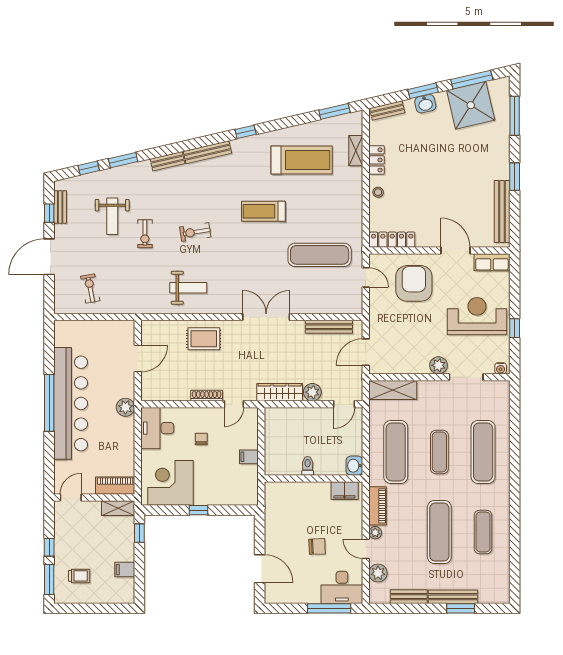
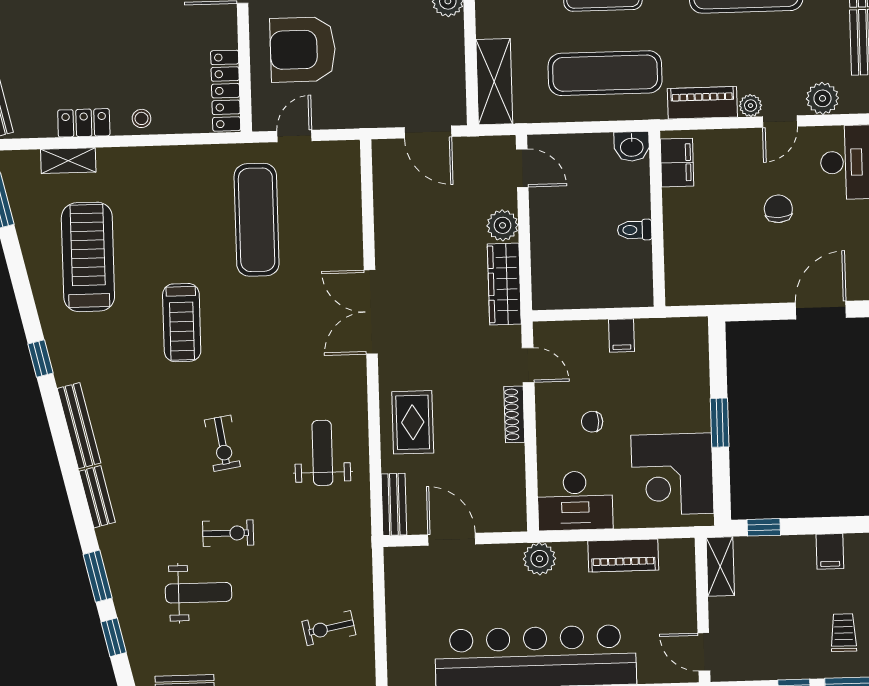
bench: (329, 327) -> (394, 504), moved, width x0.73
piano: (115, 486) -> (623, 556), moved, turned -90
window: (199, 510) -> (720, 423), width x1.50

